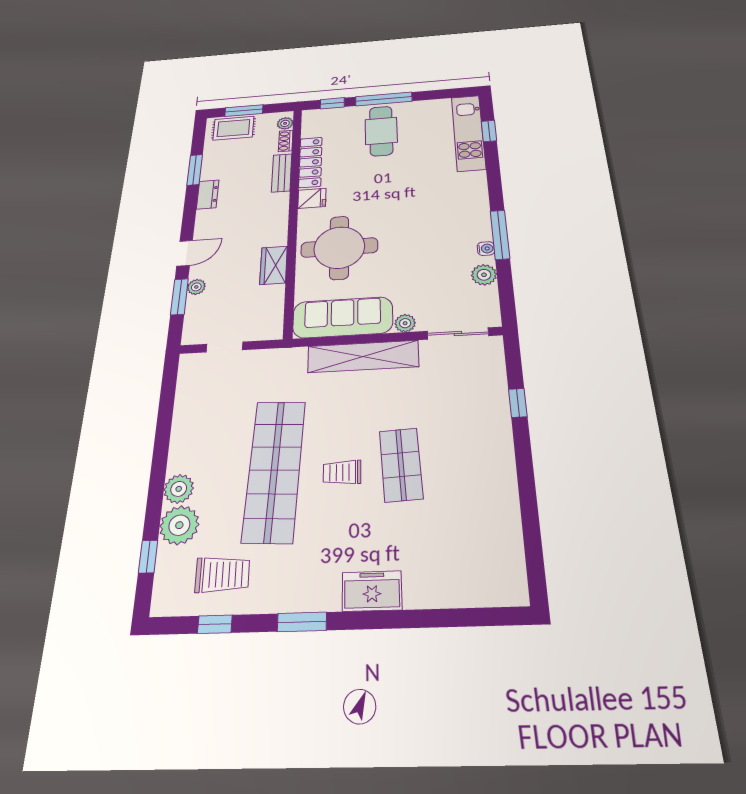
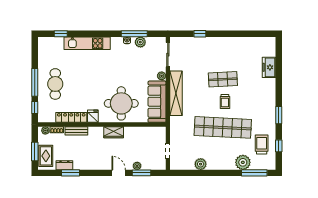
cafe table: (381, 131) -> (55, 84), turned 90
kitchen unit: (468, 133) -> (87, 43), moved
dresser: (208, 194) -> (64, 165), moved
window: (500, 235) -> (134, 34), moved
wardrobe: (274, 265) -> (114, 132), moved
plant: (179, 489) -> (201, 164), moved
window: (148, 557) -> (254, 173), width x2.17
freezer: (372, 591) -> (269, 67), moved

